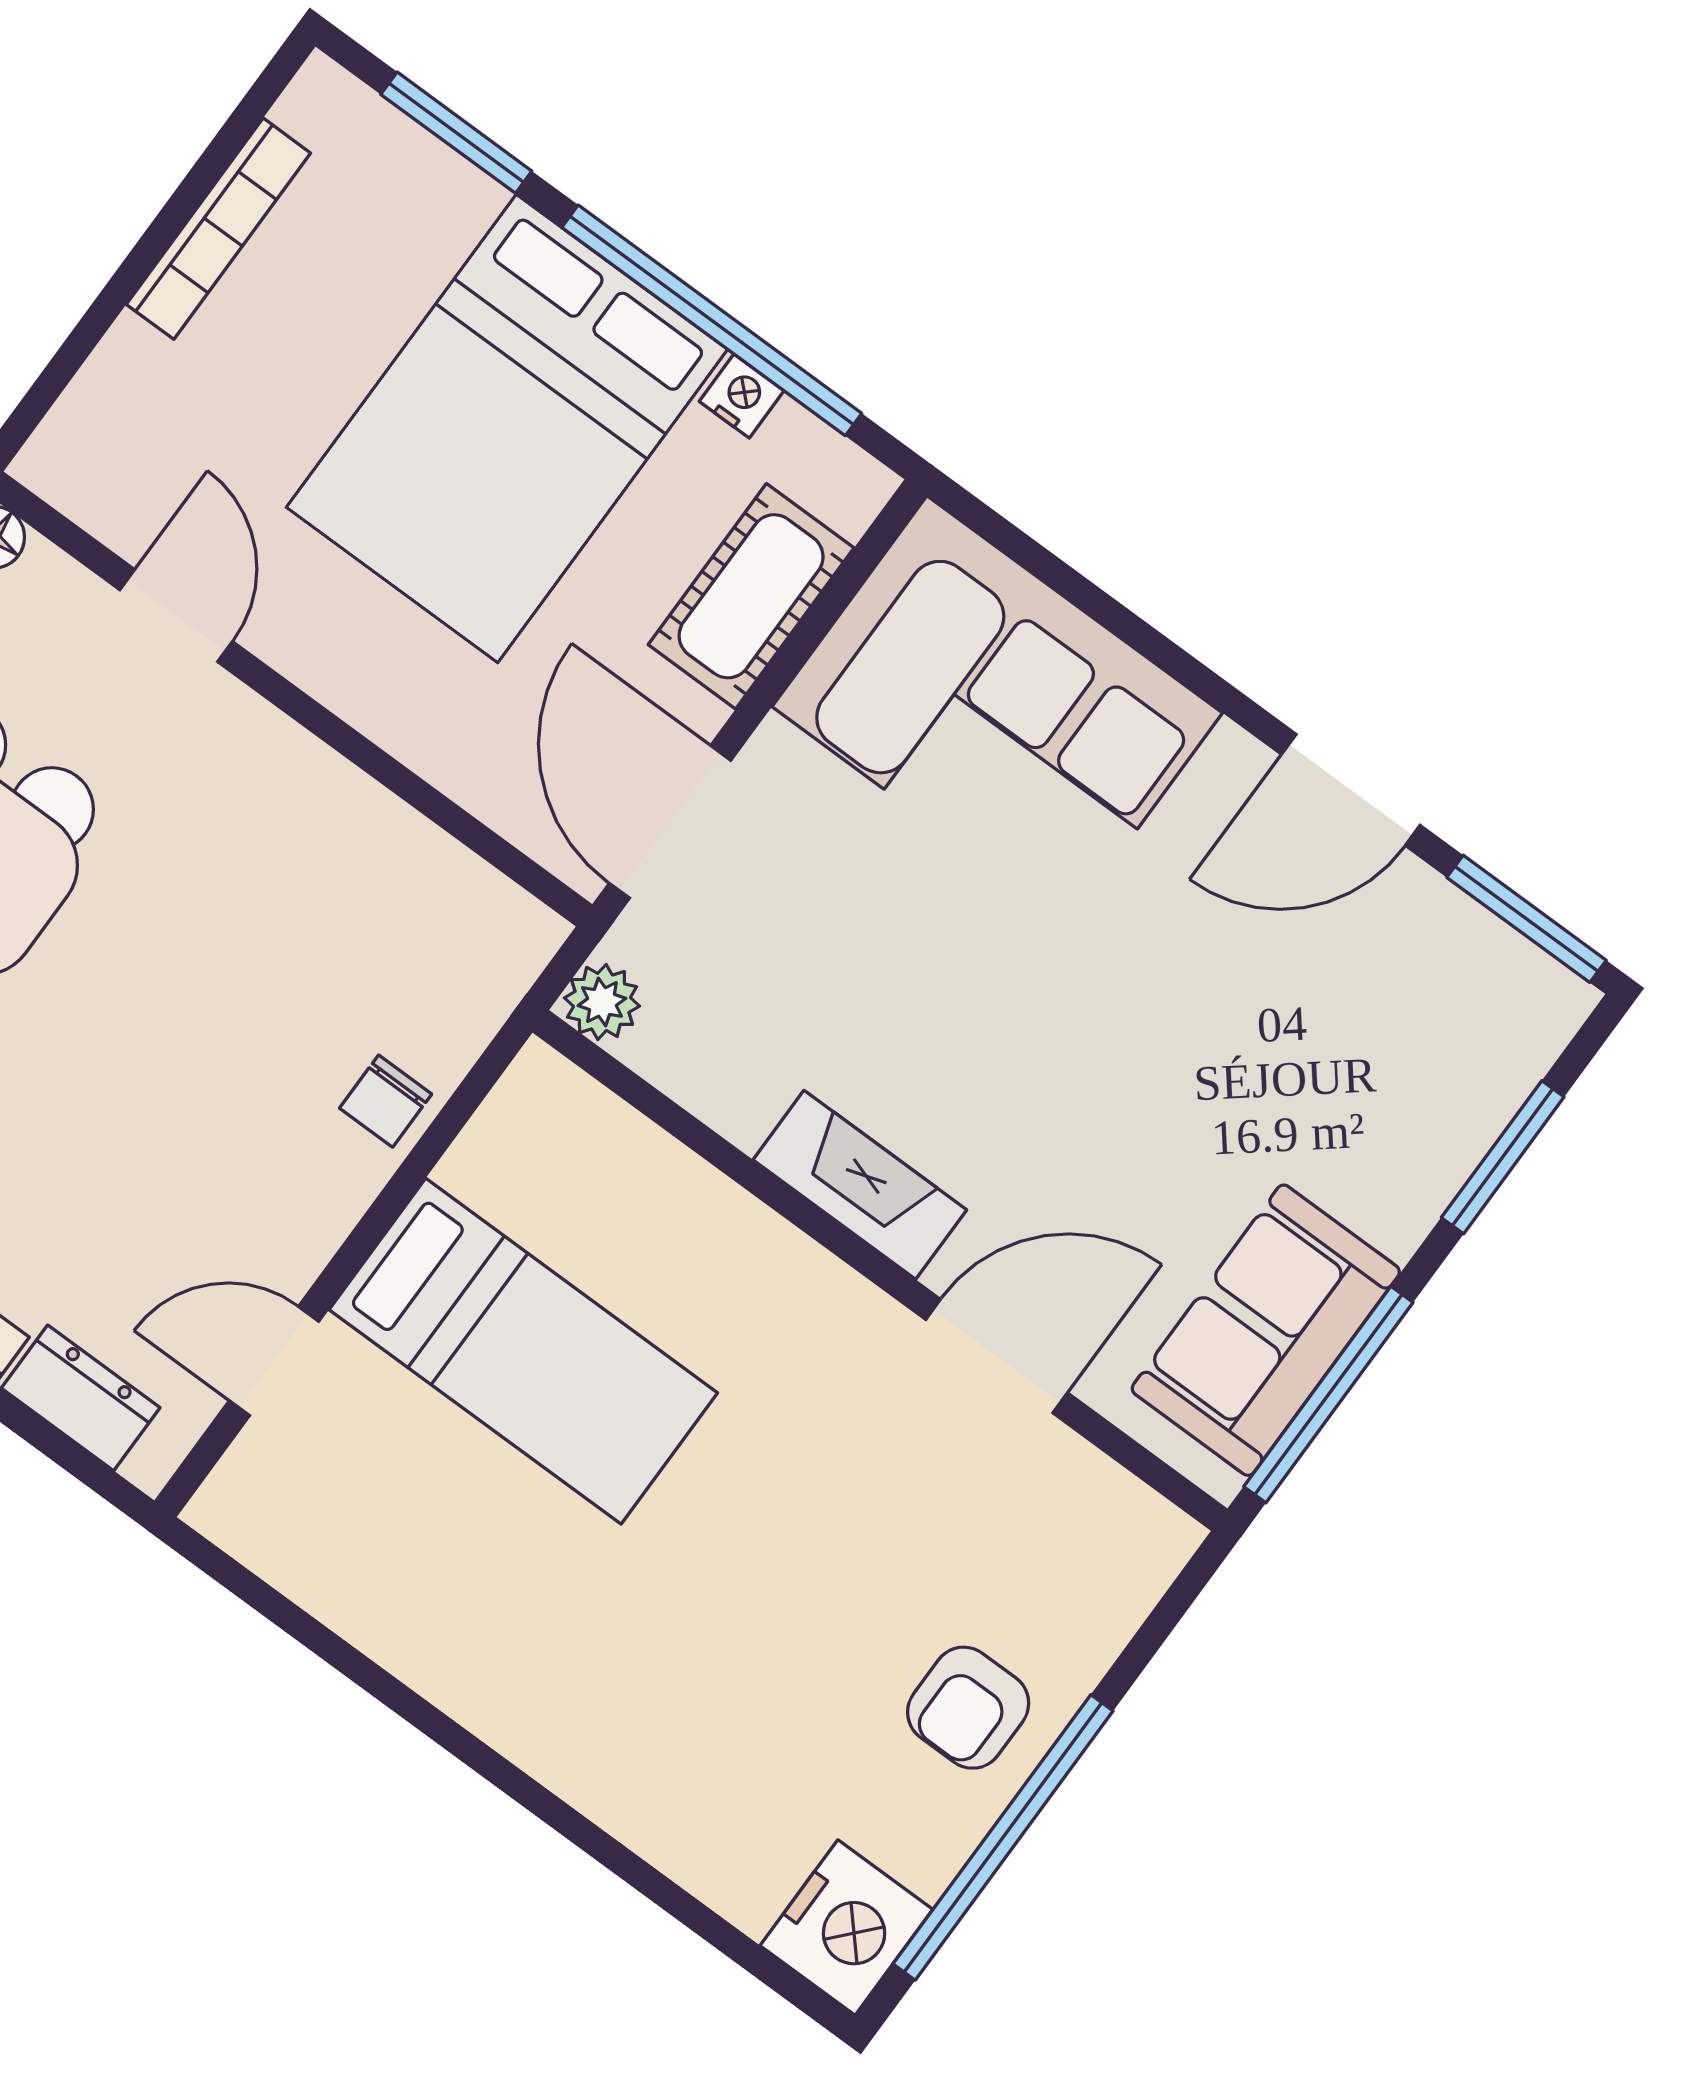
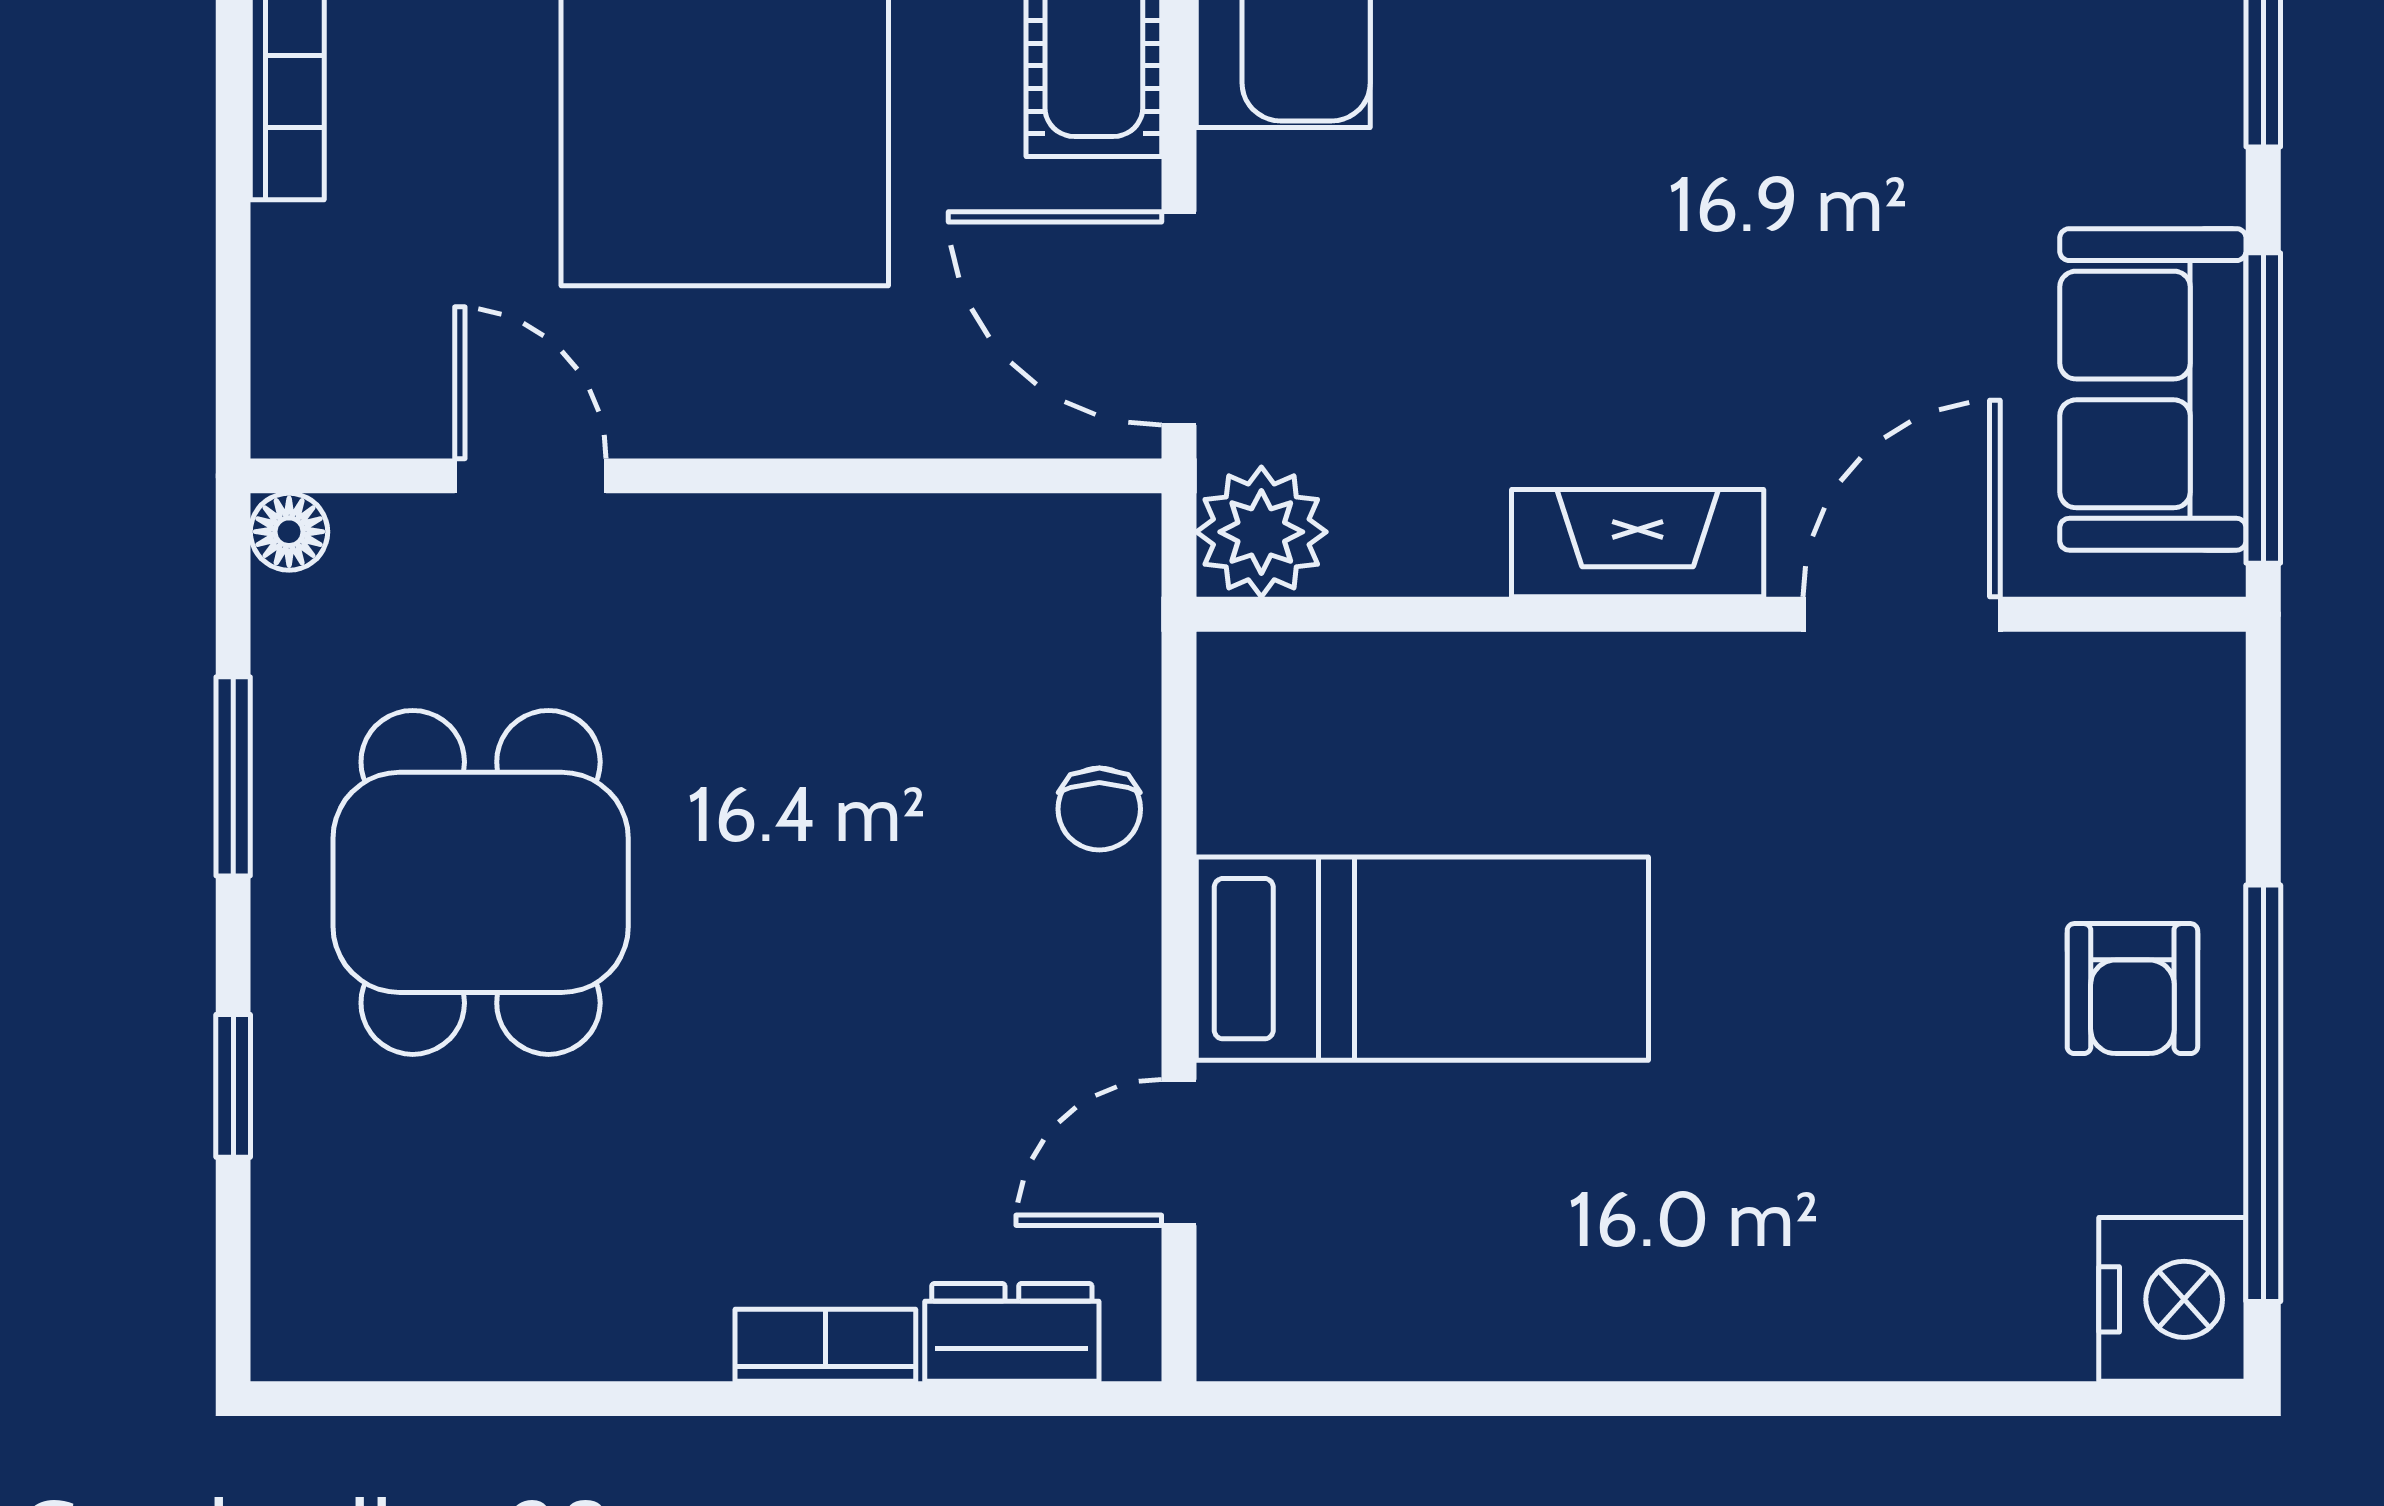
plant: (602, 1002) -> (1261, 532), width x1.38, depth x1.38

